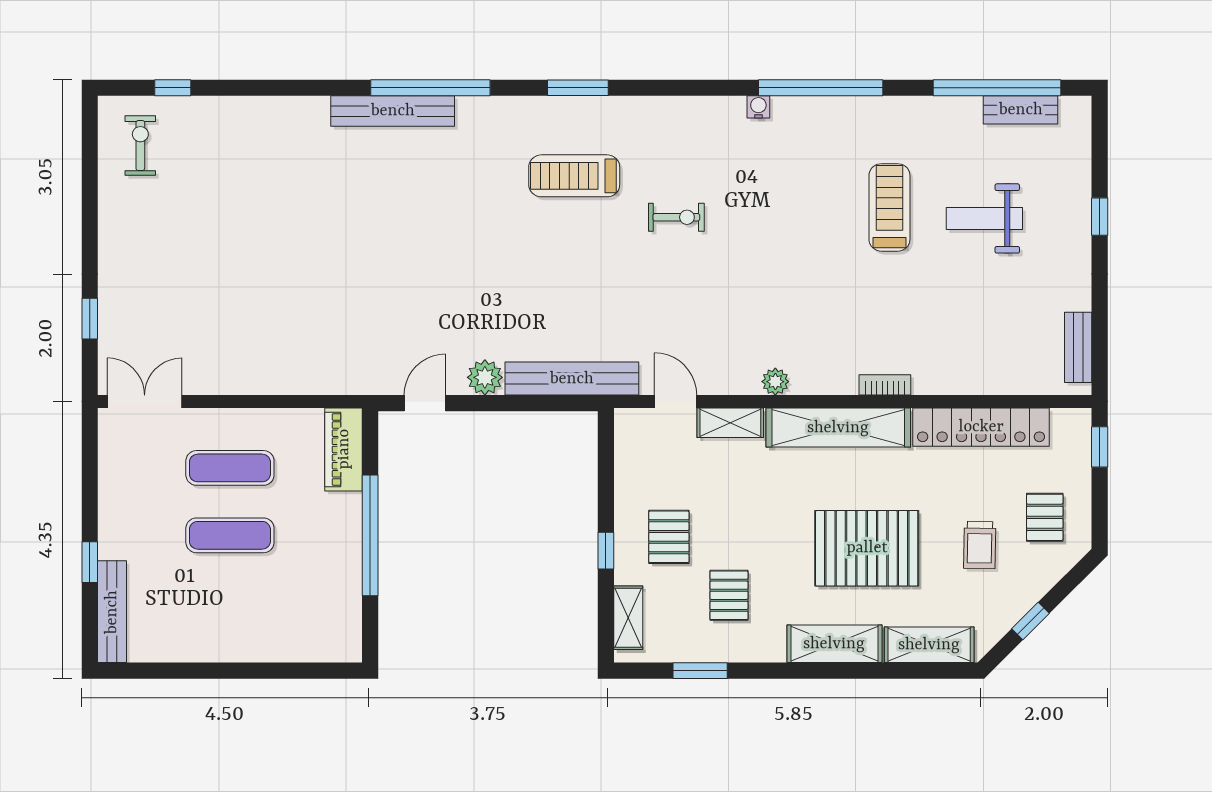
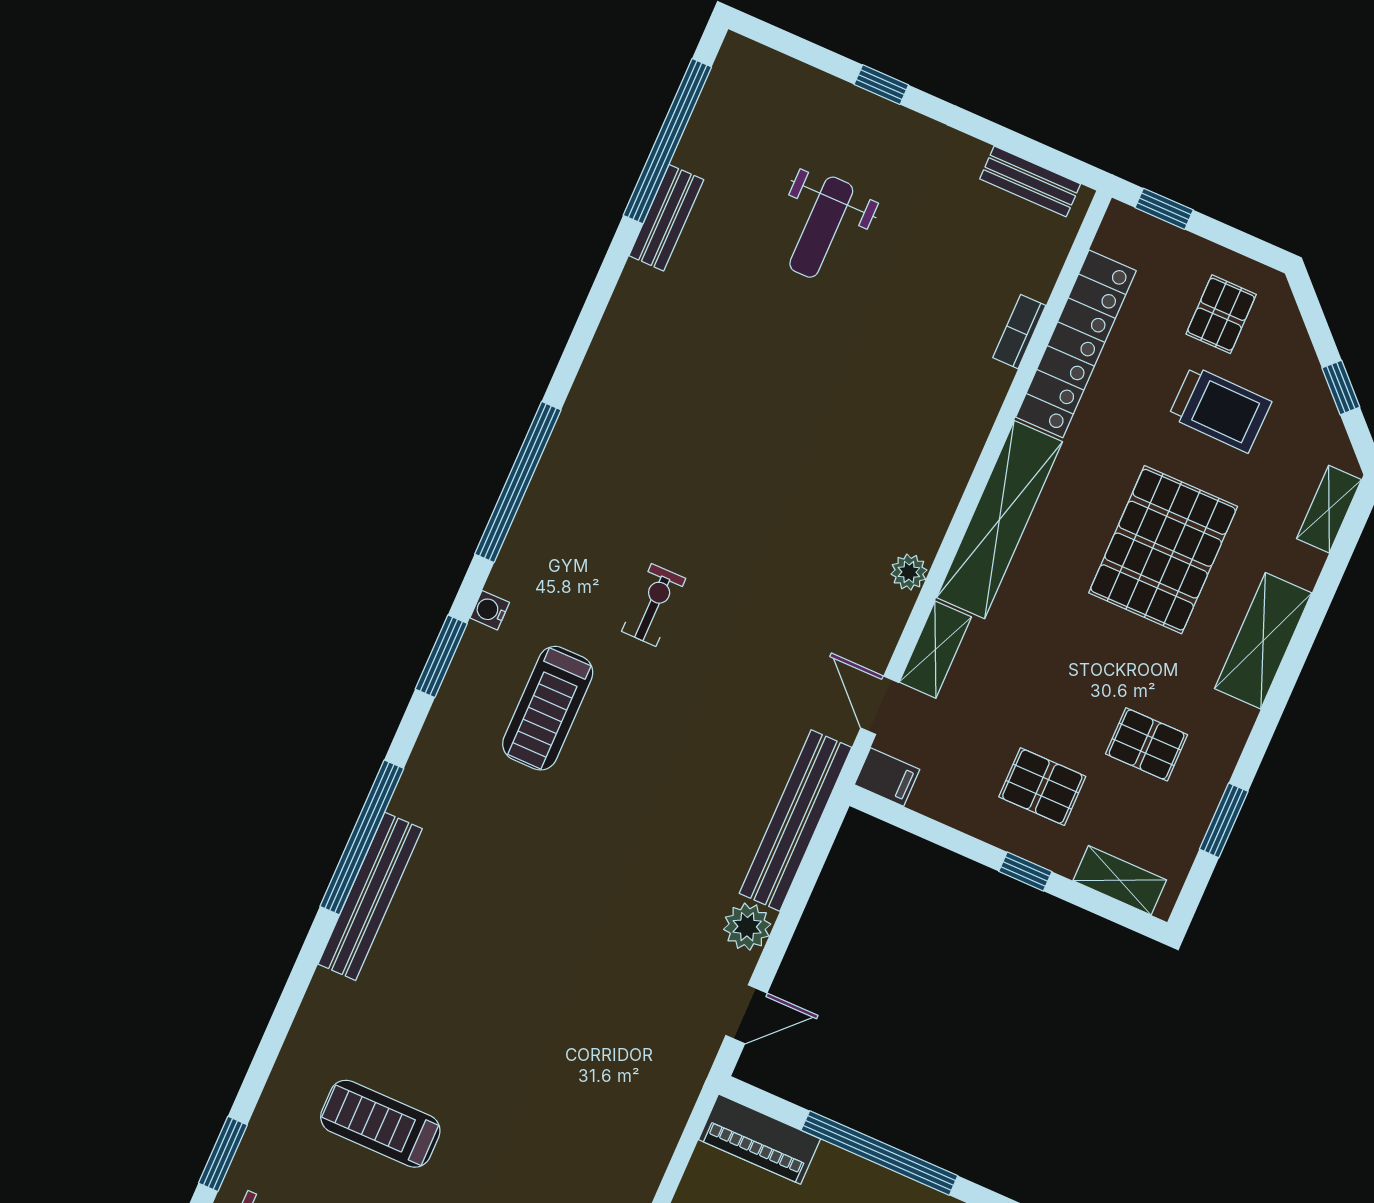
window: (173, 88) -> (223, 1154), width x1.50
window: (821, 88) -> (518, 482), moved
water cooler: (758, 107) -> (490, 610), moved
bench: (1021, 110) -> (666, 218), moved
treadmill: (889, 207) -> (380, 1124), moved
bookcase: (885, 385) -> (1019, 332), moved
door: (676, 402) -> (880, 705), hinge flipped
door: (425, 403) -> (746, 1014), swing flipped
filing cabinet: (629, 428) -> (887, 777), added
pallet: (1045, 517) -> (1221, 314), turned 90
trolley: (980, 545) -> (1220, 409), width x1.36, depth x1.39
shelving: (929, 645) -> (1329, 509), width x0.67, depth x0.75

